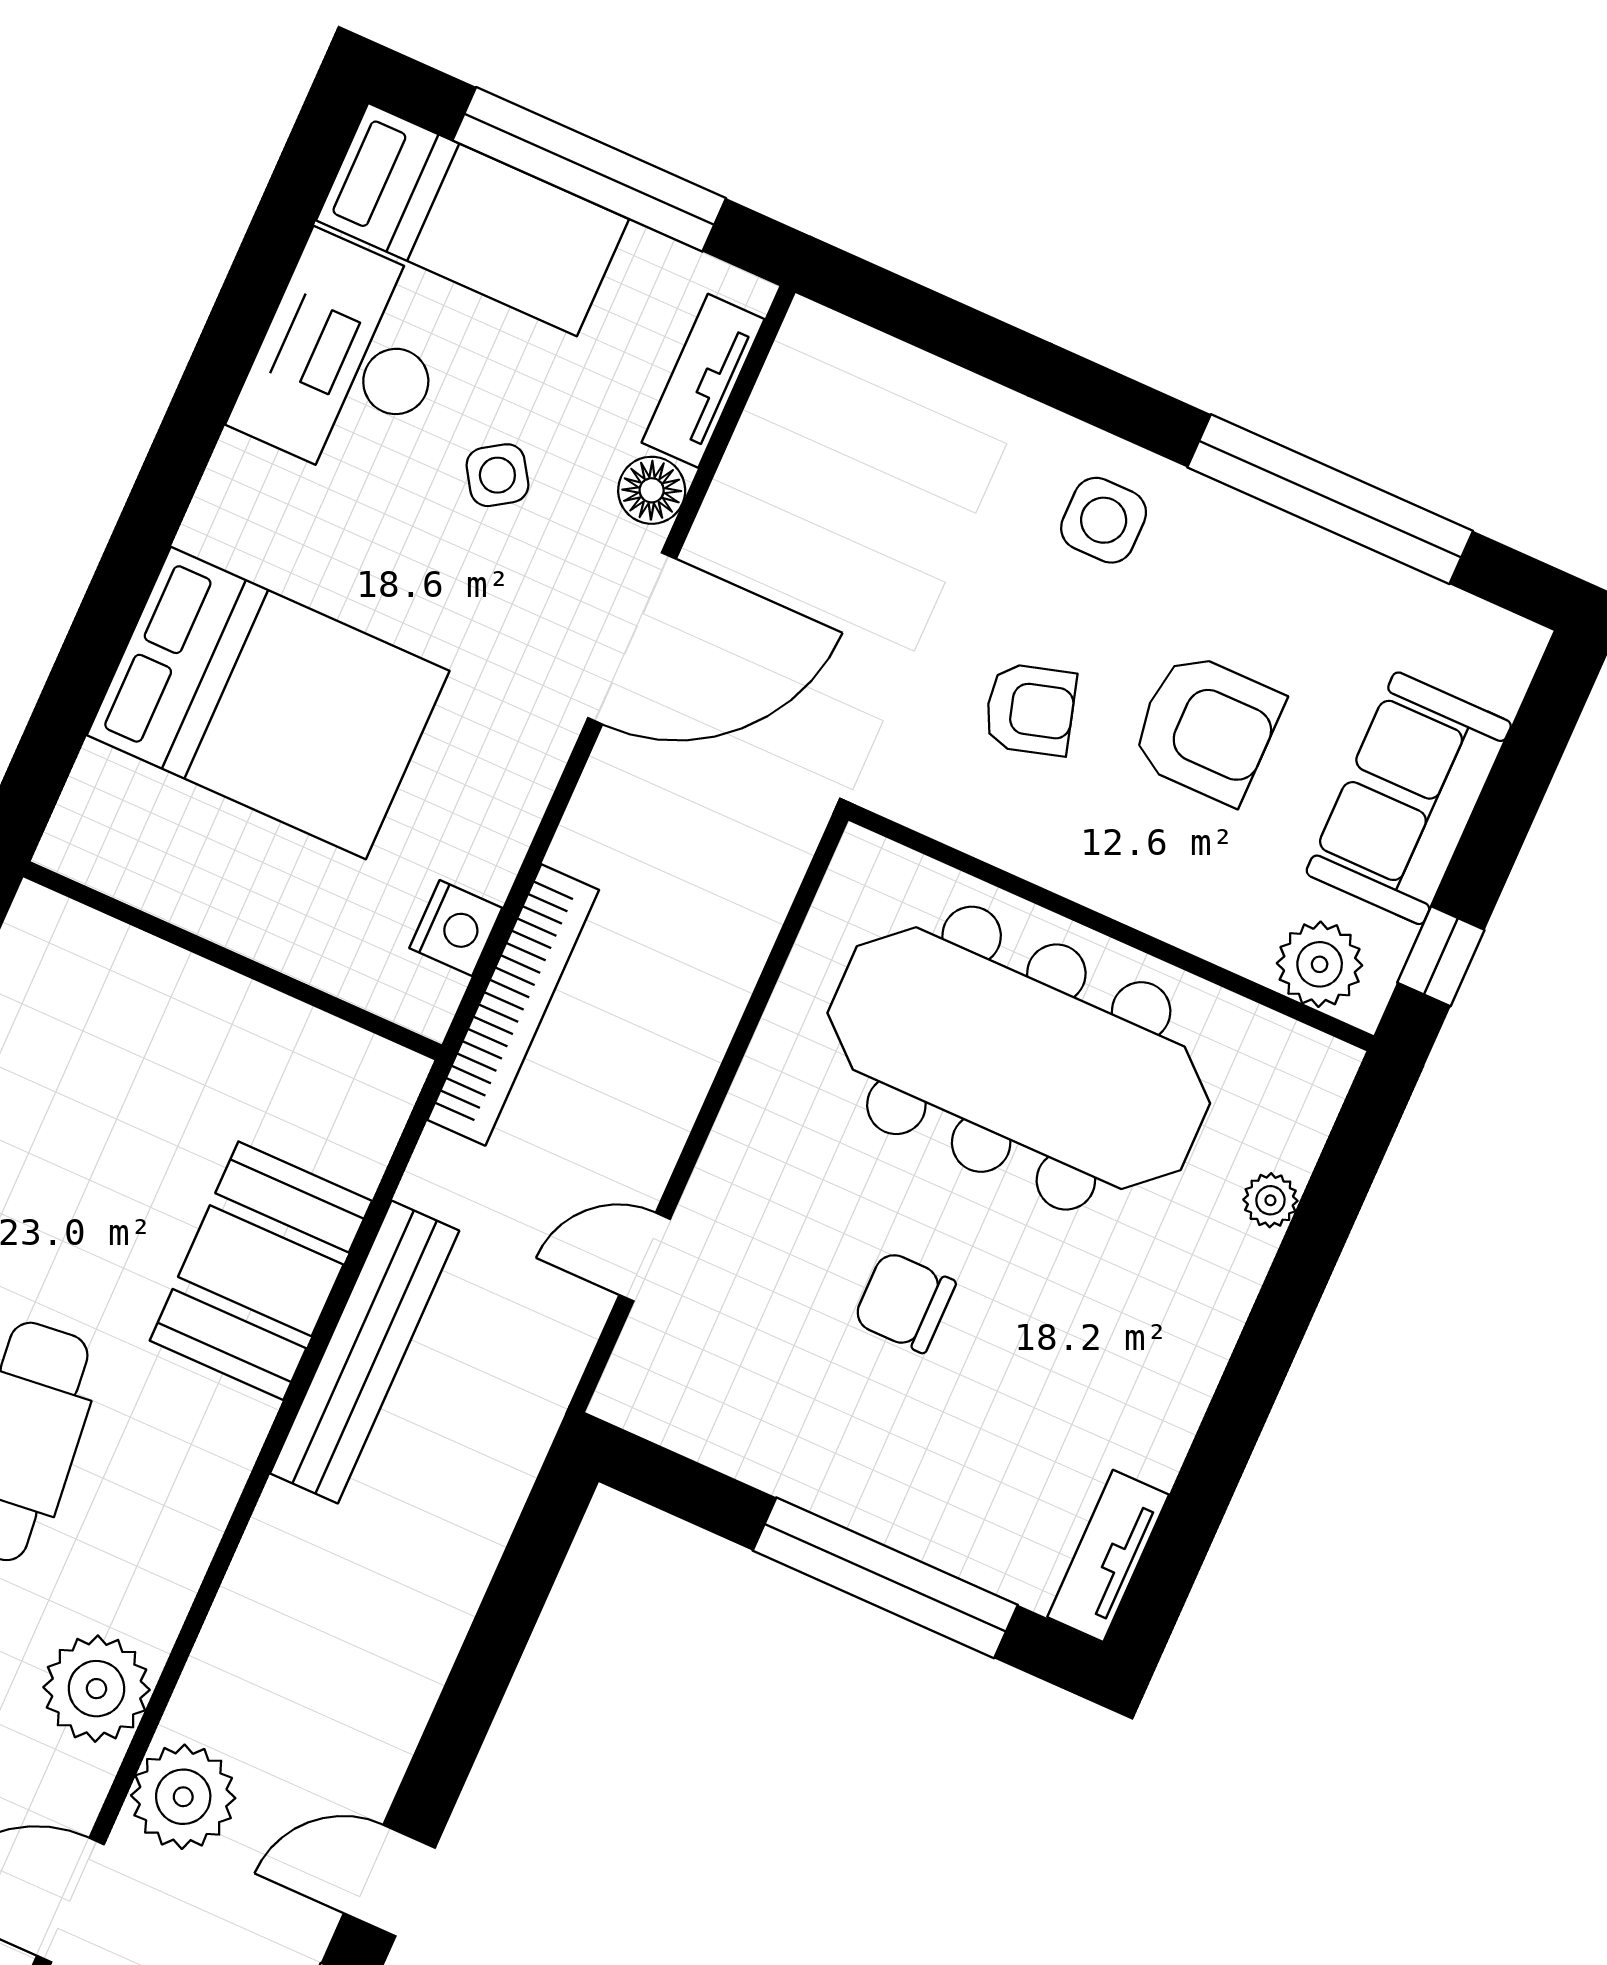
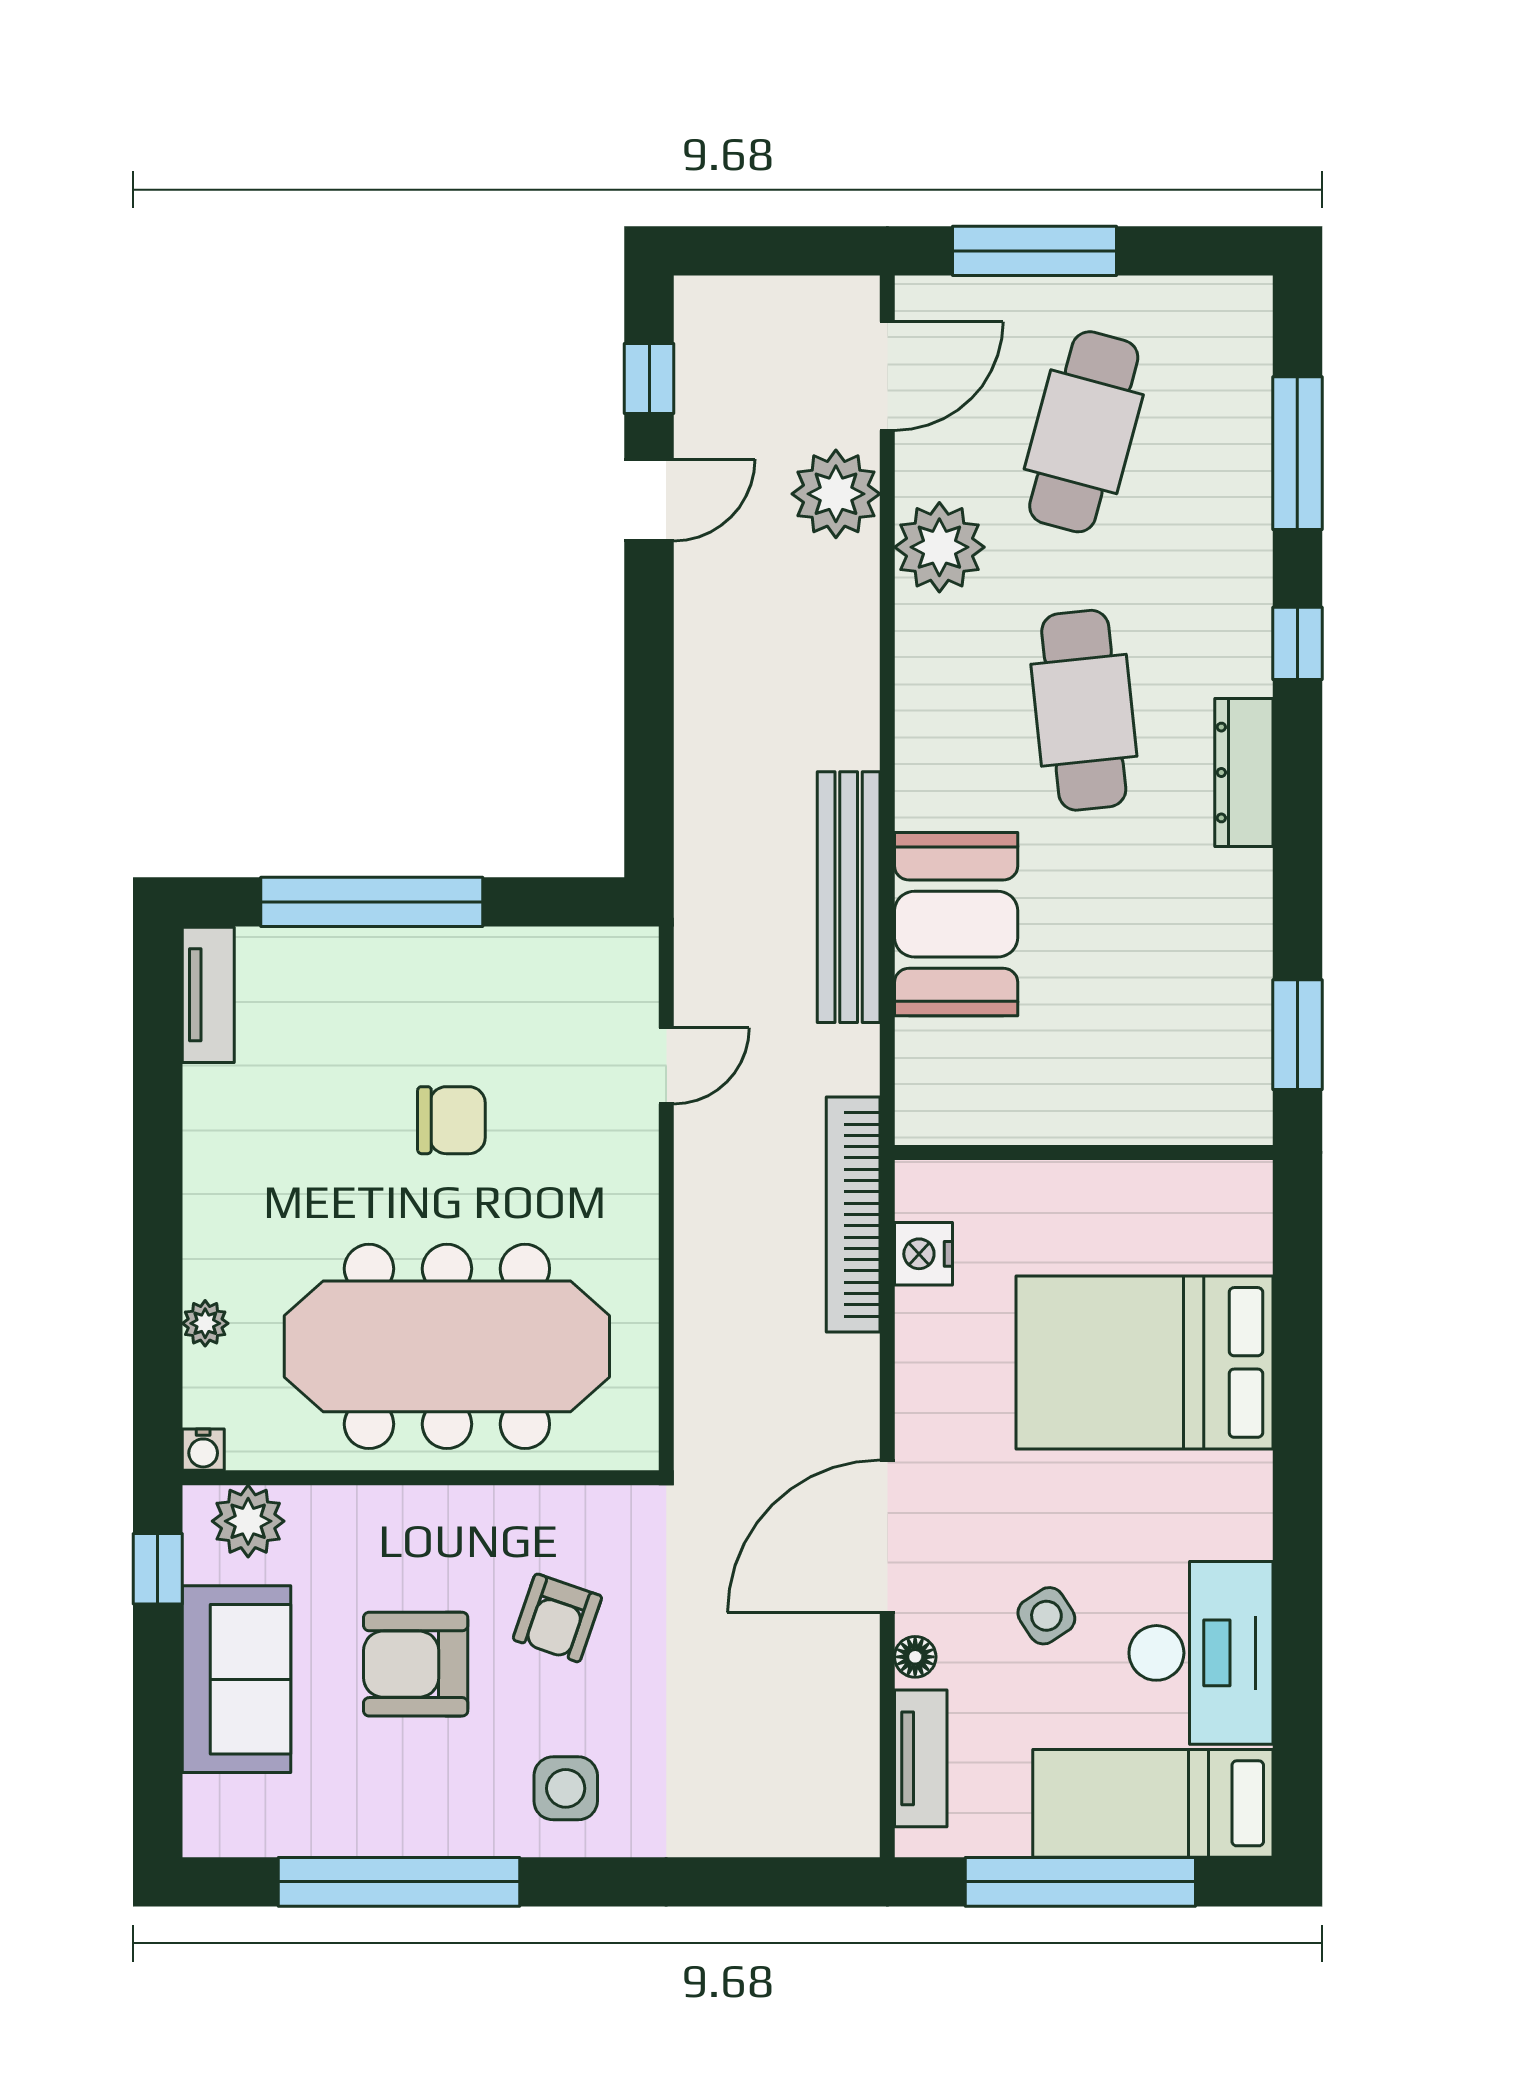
floor lamp: (652, 490) -> (915, 1657), width x0.73, depth x0.73
armchair: (1030, 709) -> (557, 1618), turned -55
water cooler: (1334, 1064) -> (203, 1450), added

